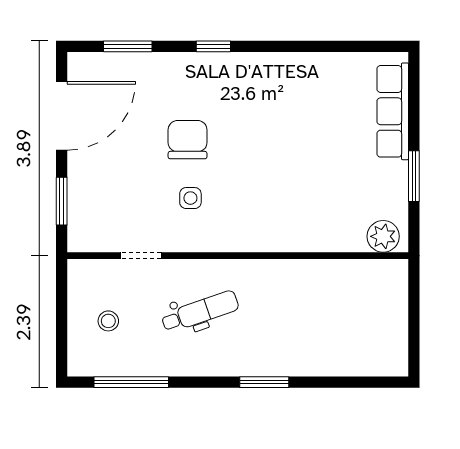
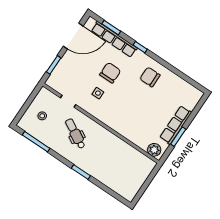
row of seats: (150, 66) -> (114, 39), added
chair: (274, 94) -> (150, 77), added
row of seats: (393, 111) -> (176, 125), moved
dental chair: (200, 312) -> (75, 134), turned -132

